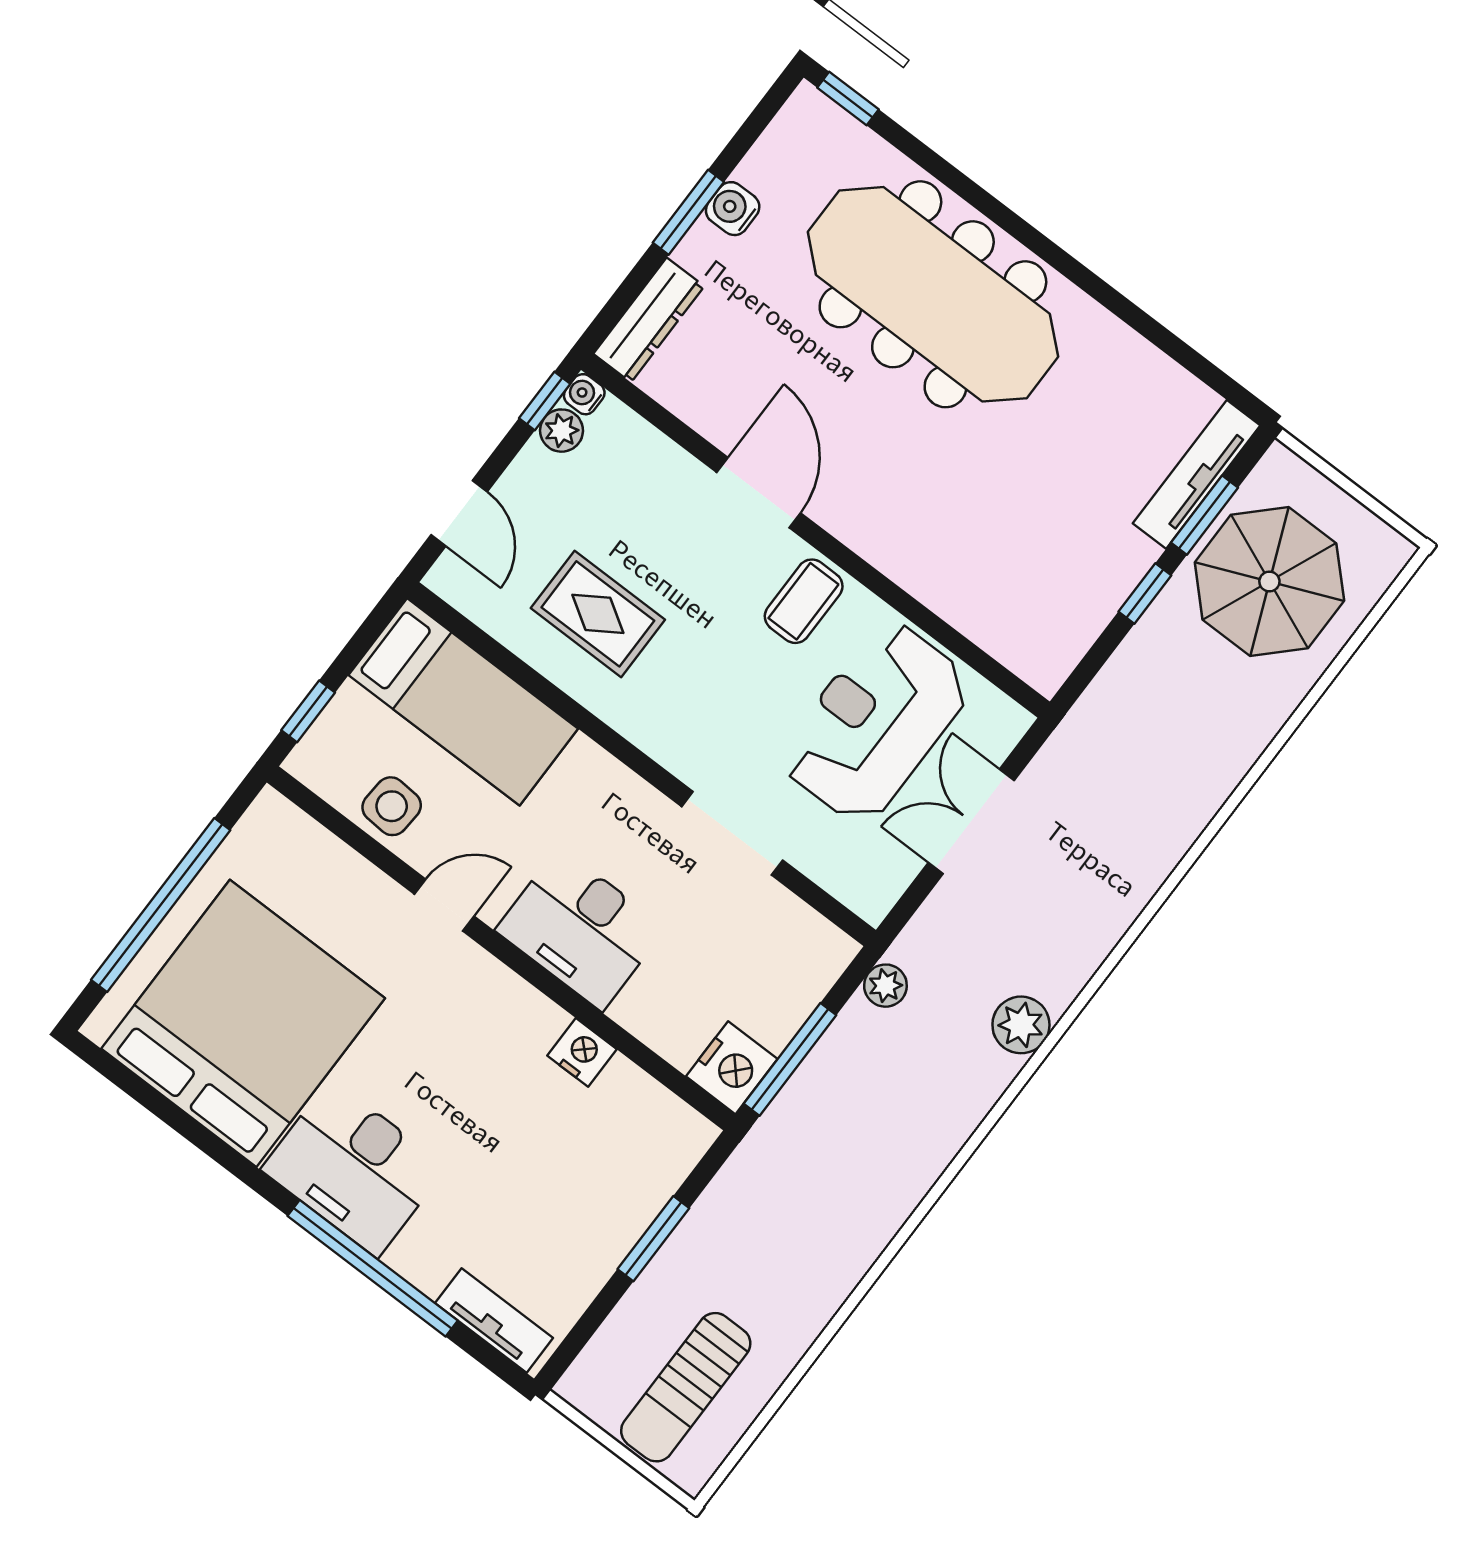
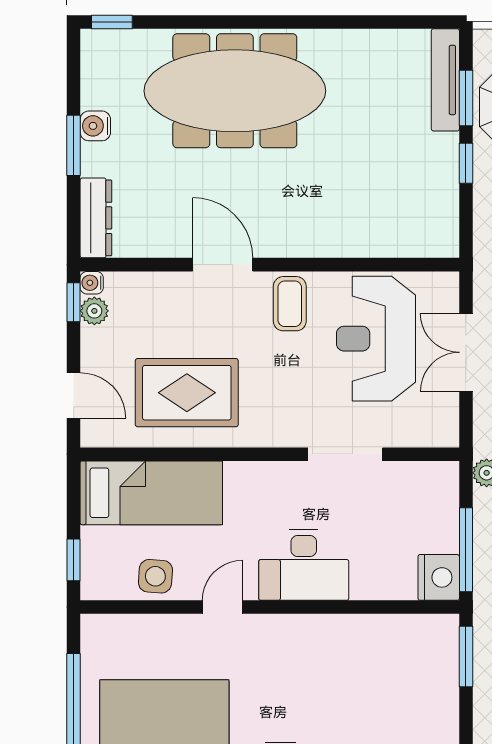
rug: (598, 614) -> (187, 393), width x1.36, depth x1.43
nightstand: (582, 1052) -> (354, 629), removed
window: (653, 1239) -> (466, 657), moved

